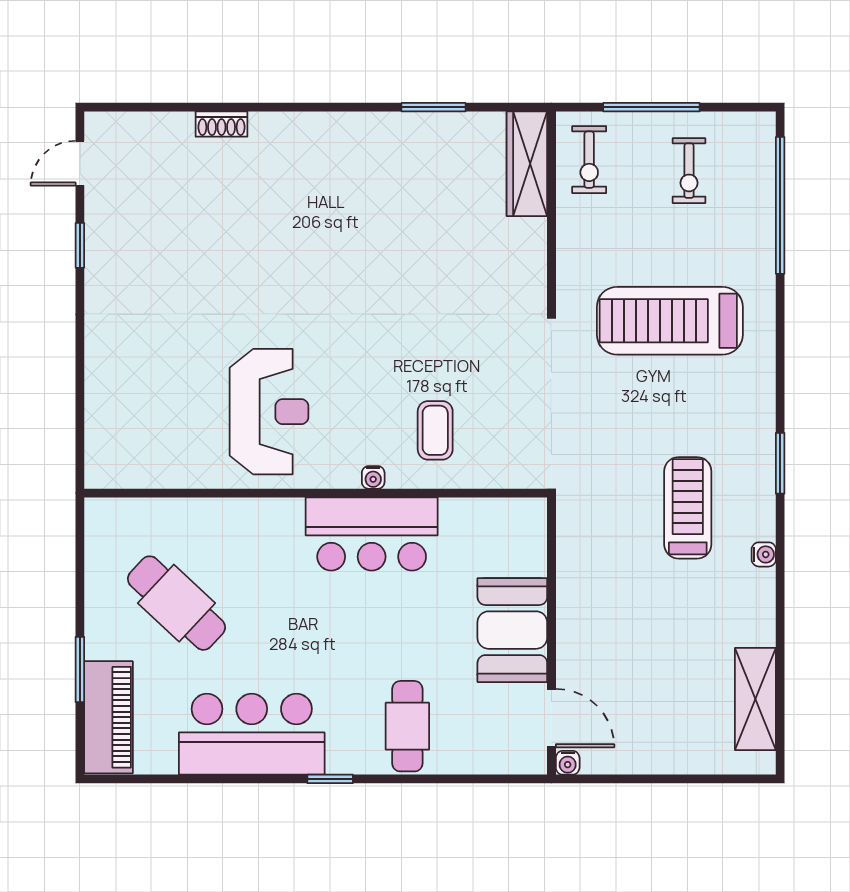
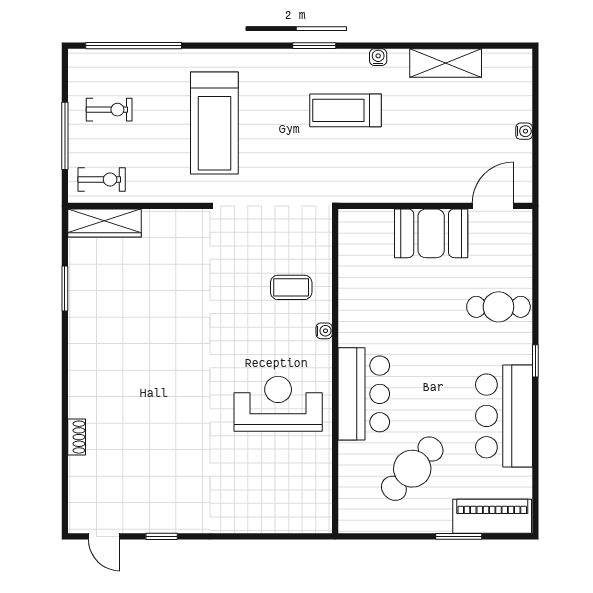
bar counter: (372, 534) -> (364, 394), moved
shelving: (755, 699) -> (446, 63), moved
water cooler: (568, 763) -> (524, 131), moved

